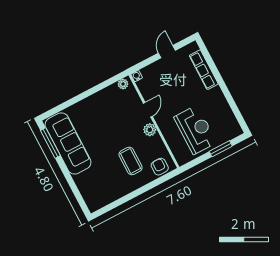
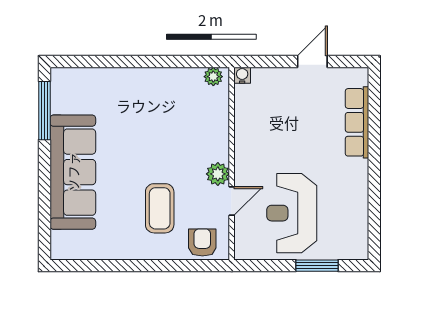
door: (148, 110) -> (232, 201), moved
reception desk: (195, 130) -> (292, 213), turned 180
sofa: (68, 143) -> (73, 172), moved

